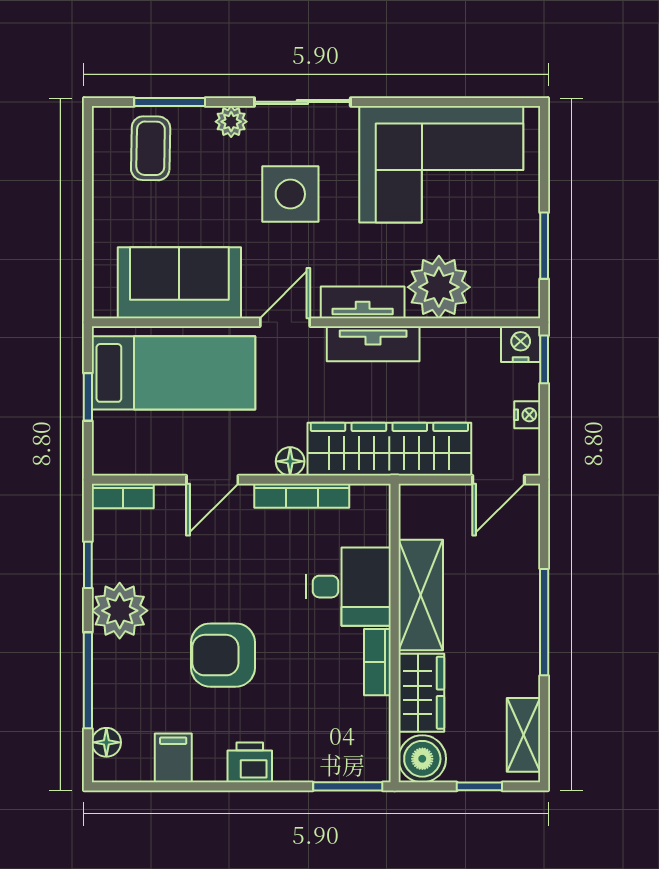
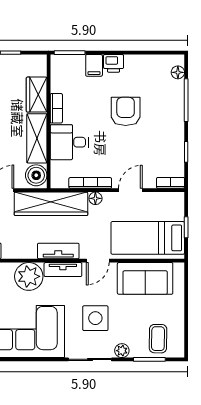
plant: (120, 611) -> (172, 131), removed
armchair: (223, 655) -> (126, 111), turned -90
filing cabinet: (173, 758) -> (94, 65), moved
boiler: (422, 759) -> (36, 175), moved

